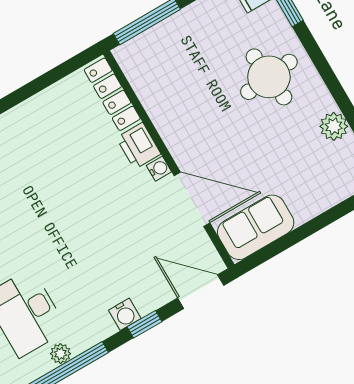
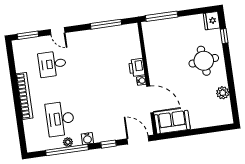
window: (41, 83) -> (106, 24), added
locker: (112, 94) -> (134, 41), removed
water cooler: (125, 314) -> (87, 139), moved

